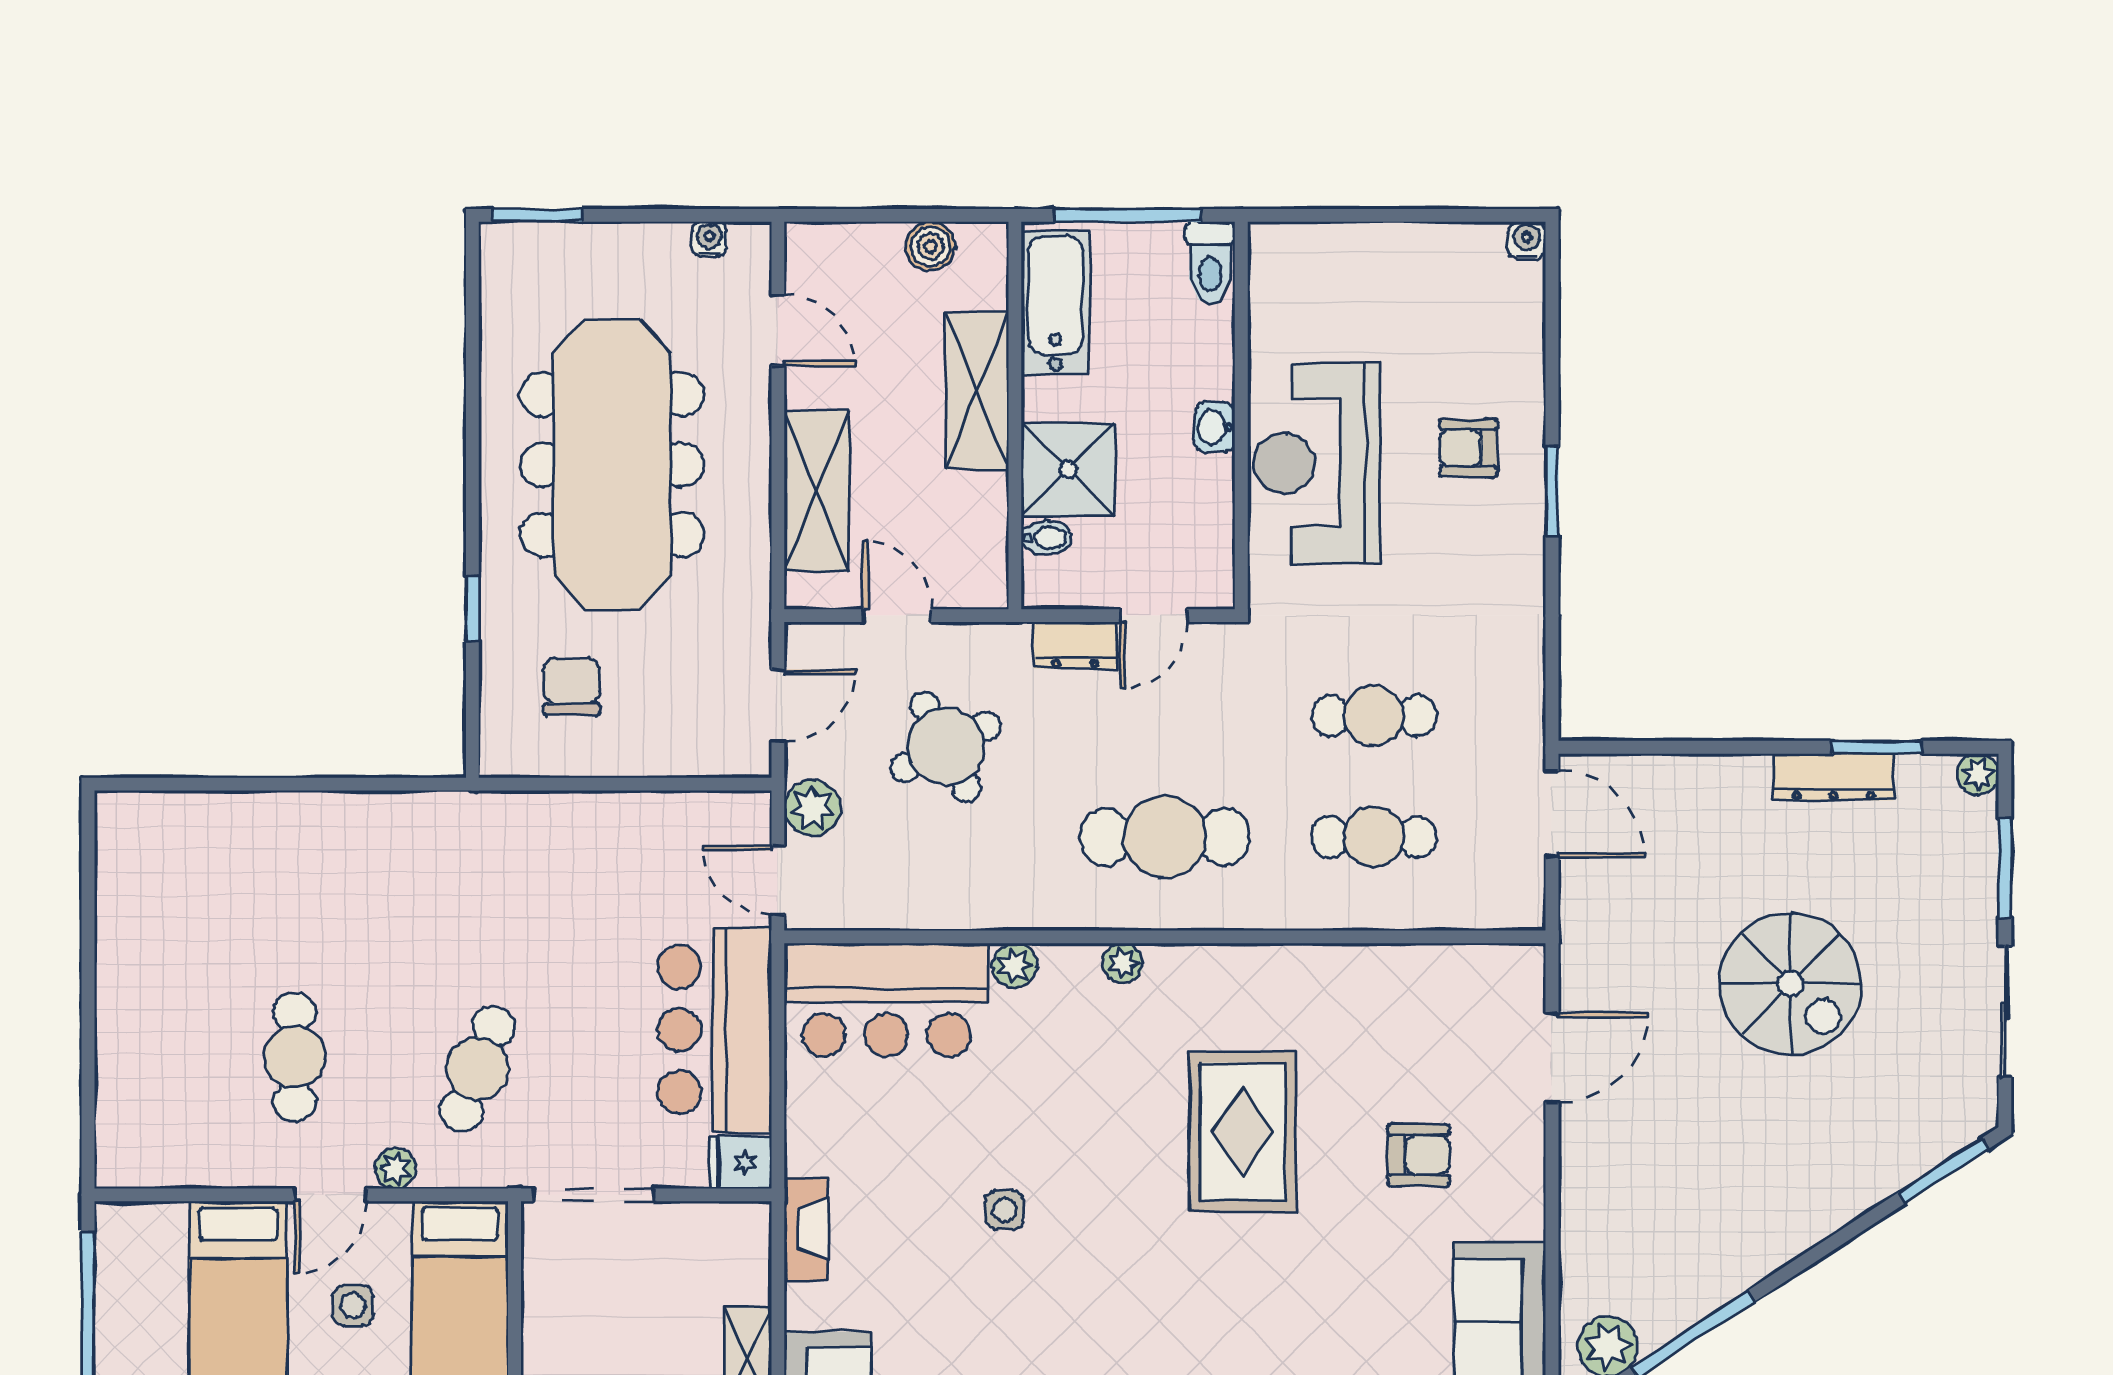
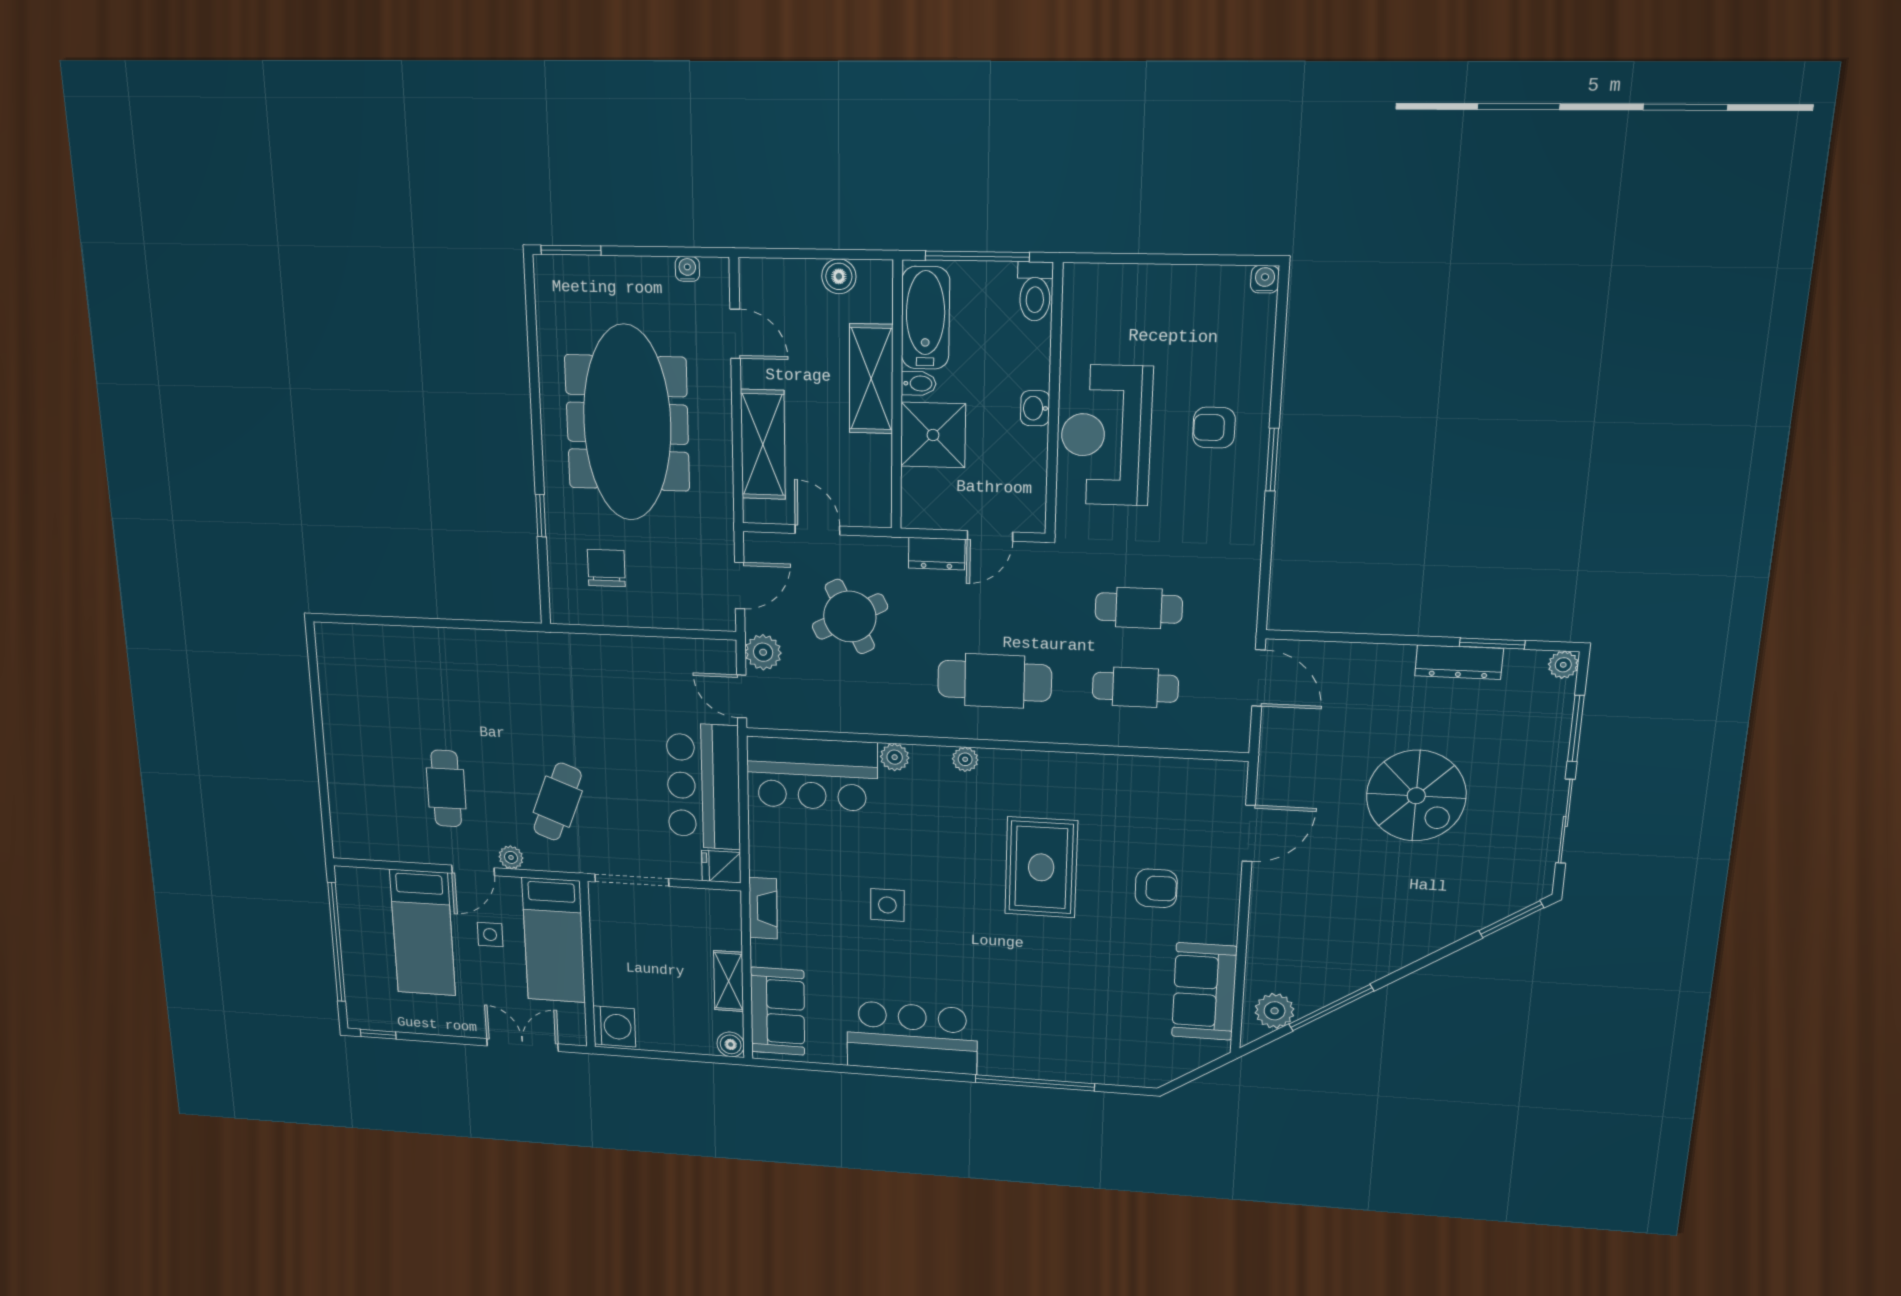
bidet: (1046, 538) -> (919, 383), moved
side table: (1005, 1210) -> (887, 905), width x1.37, depth x1.37

